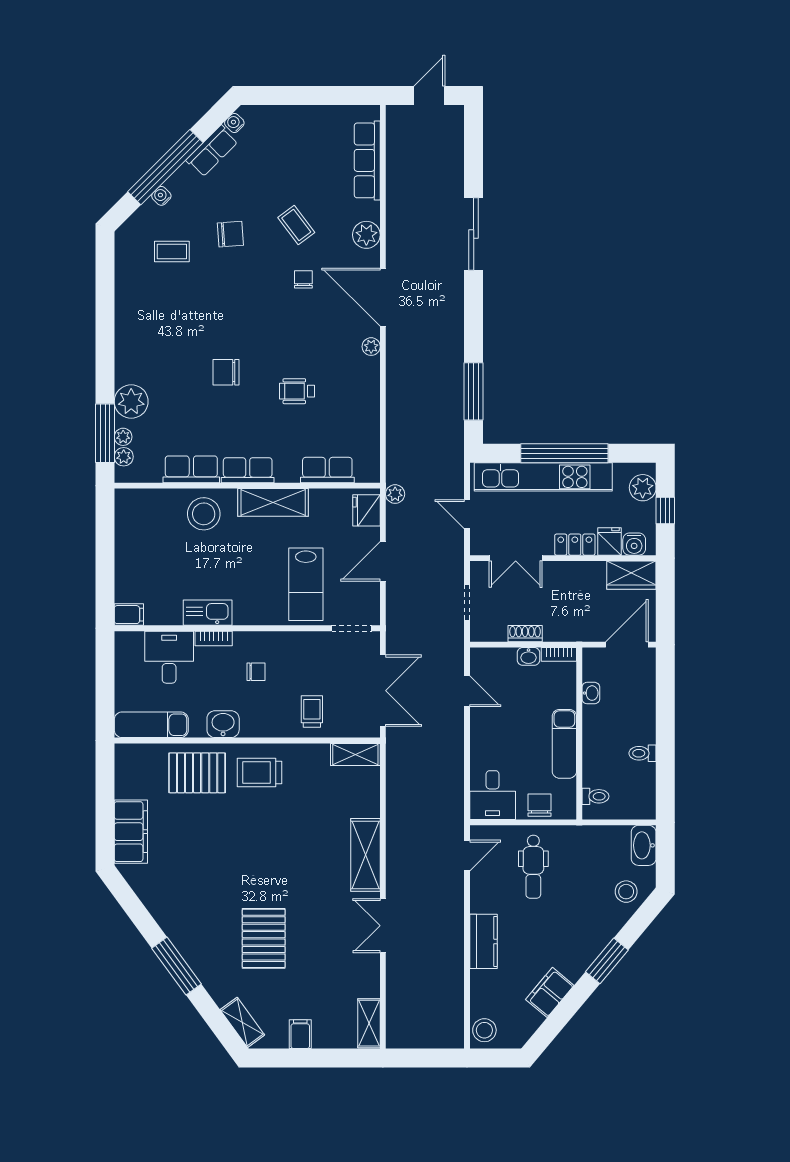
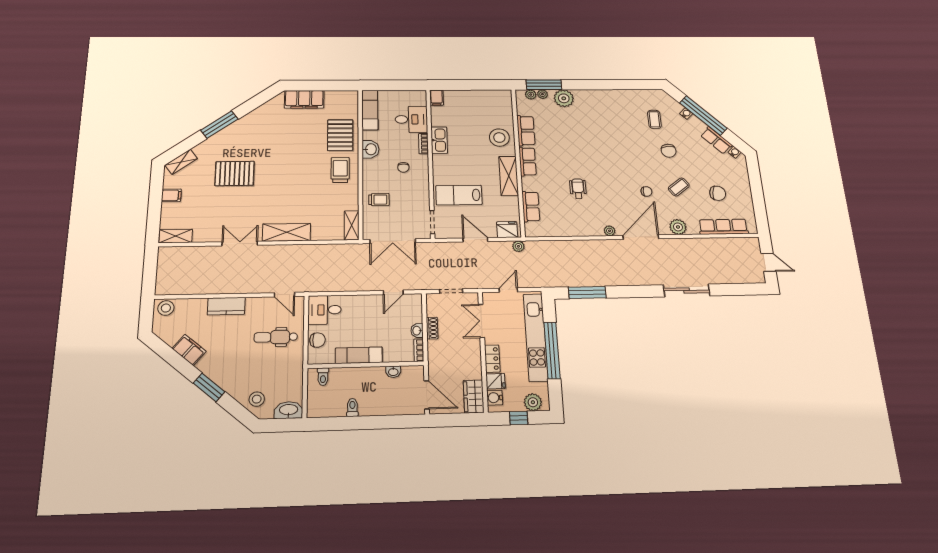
chair: (226, 372) -> (718, 193), moved, turned 99

